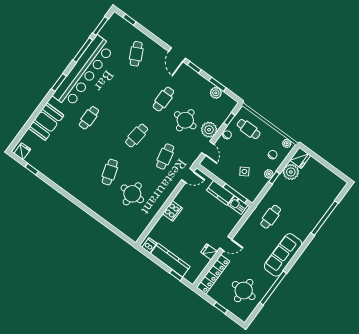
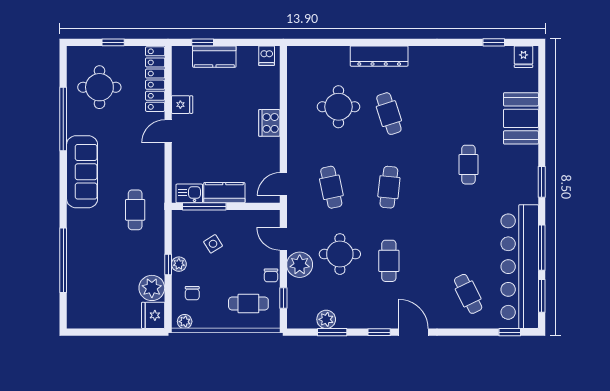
bar counter: (84, 72) -> (520, 267), moved
dresser: (94, 204) -> (379, 56), added
kitchen counter: (170, 260) -> (214, 57), width x0.67

